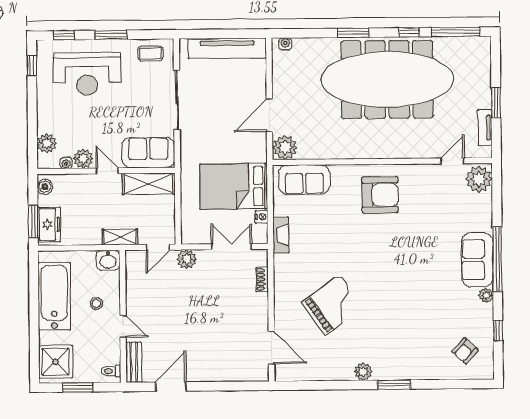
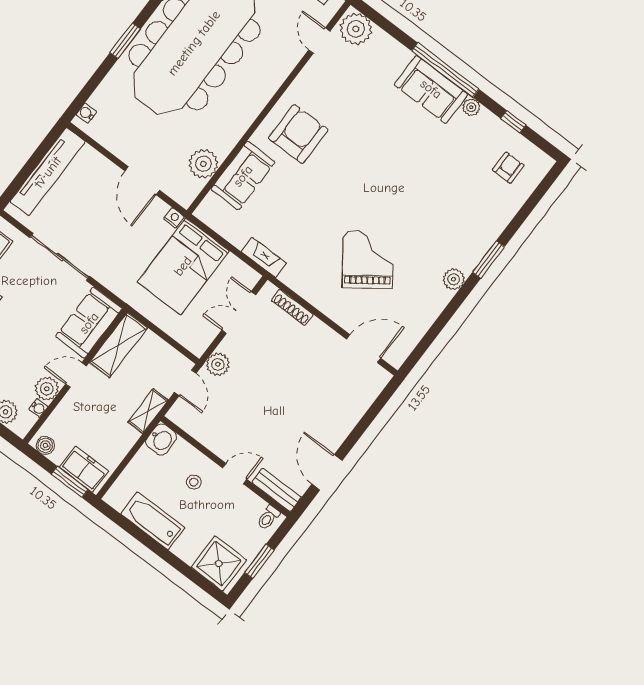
plant: (285, 148) -> (203, 164), moved
sofa: (304, 180) -> (243, 176), moved
nightstand: (262, 217) -> (174, 218), moved
shoe rack: (262, 279) -> (292, 307), width x1.43
bathtub: (54, 296) -> (153, 521), width x0.73, depth x0.73
armchair: (465, 351) -> (508, 168), turned -132

